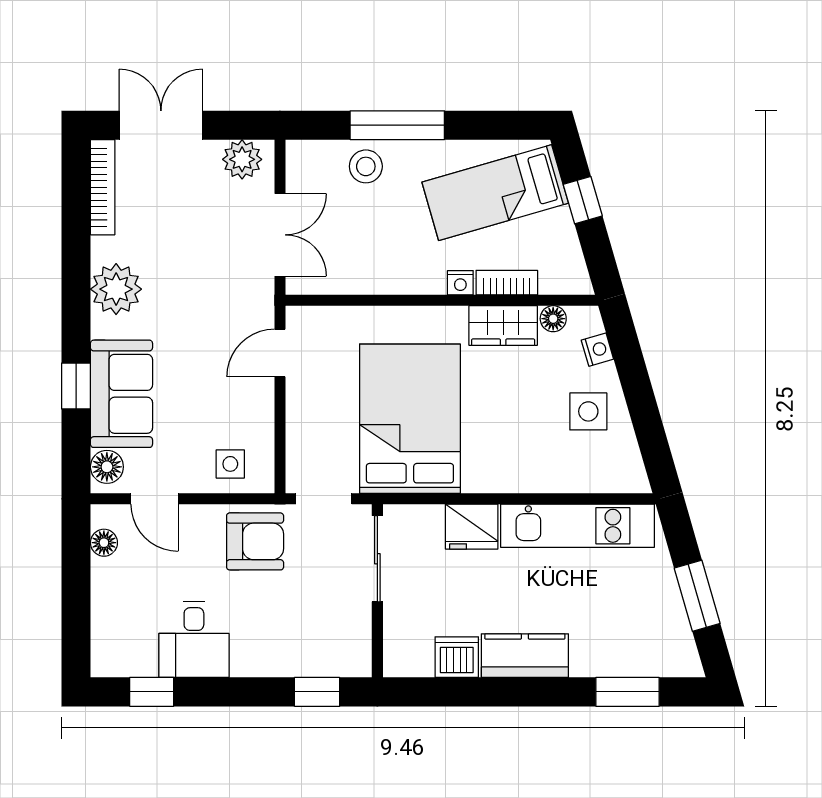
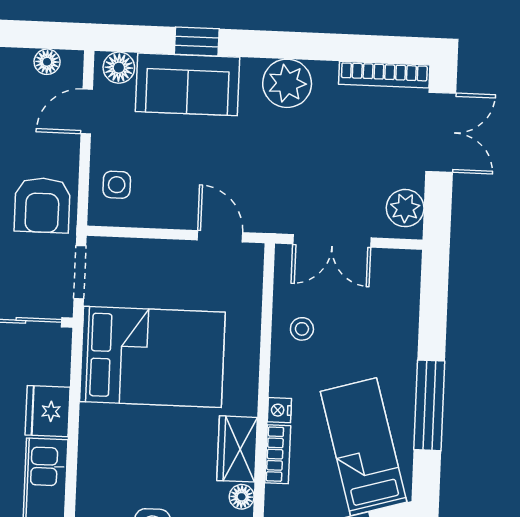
window: (397, 125) -> (429, 405), moved
stool: (366, 166) -> (302, 329), moved, width x0.73, depth x0.73

